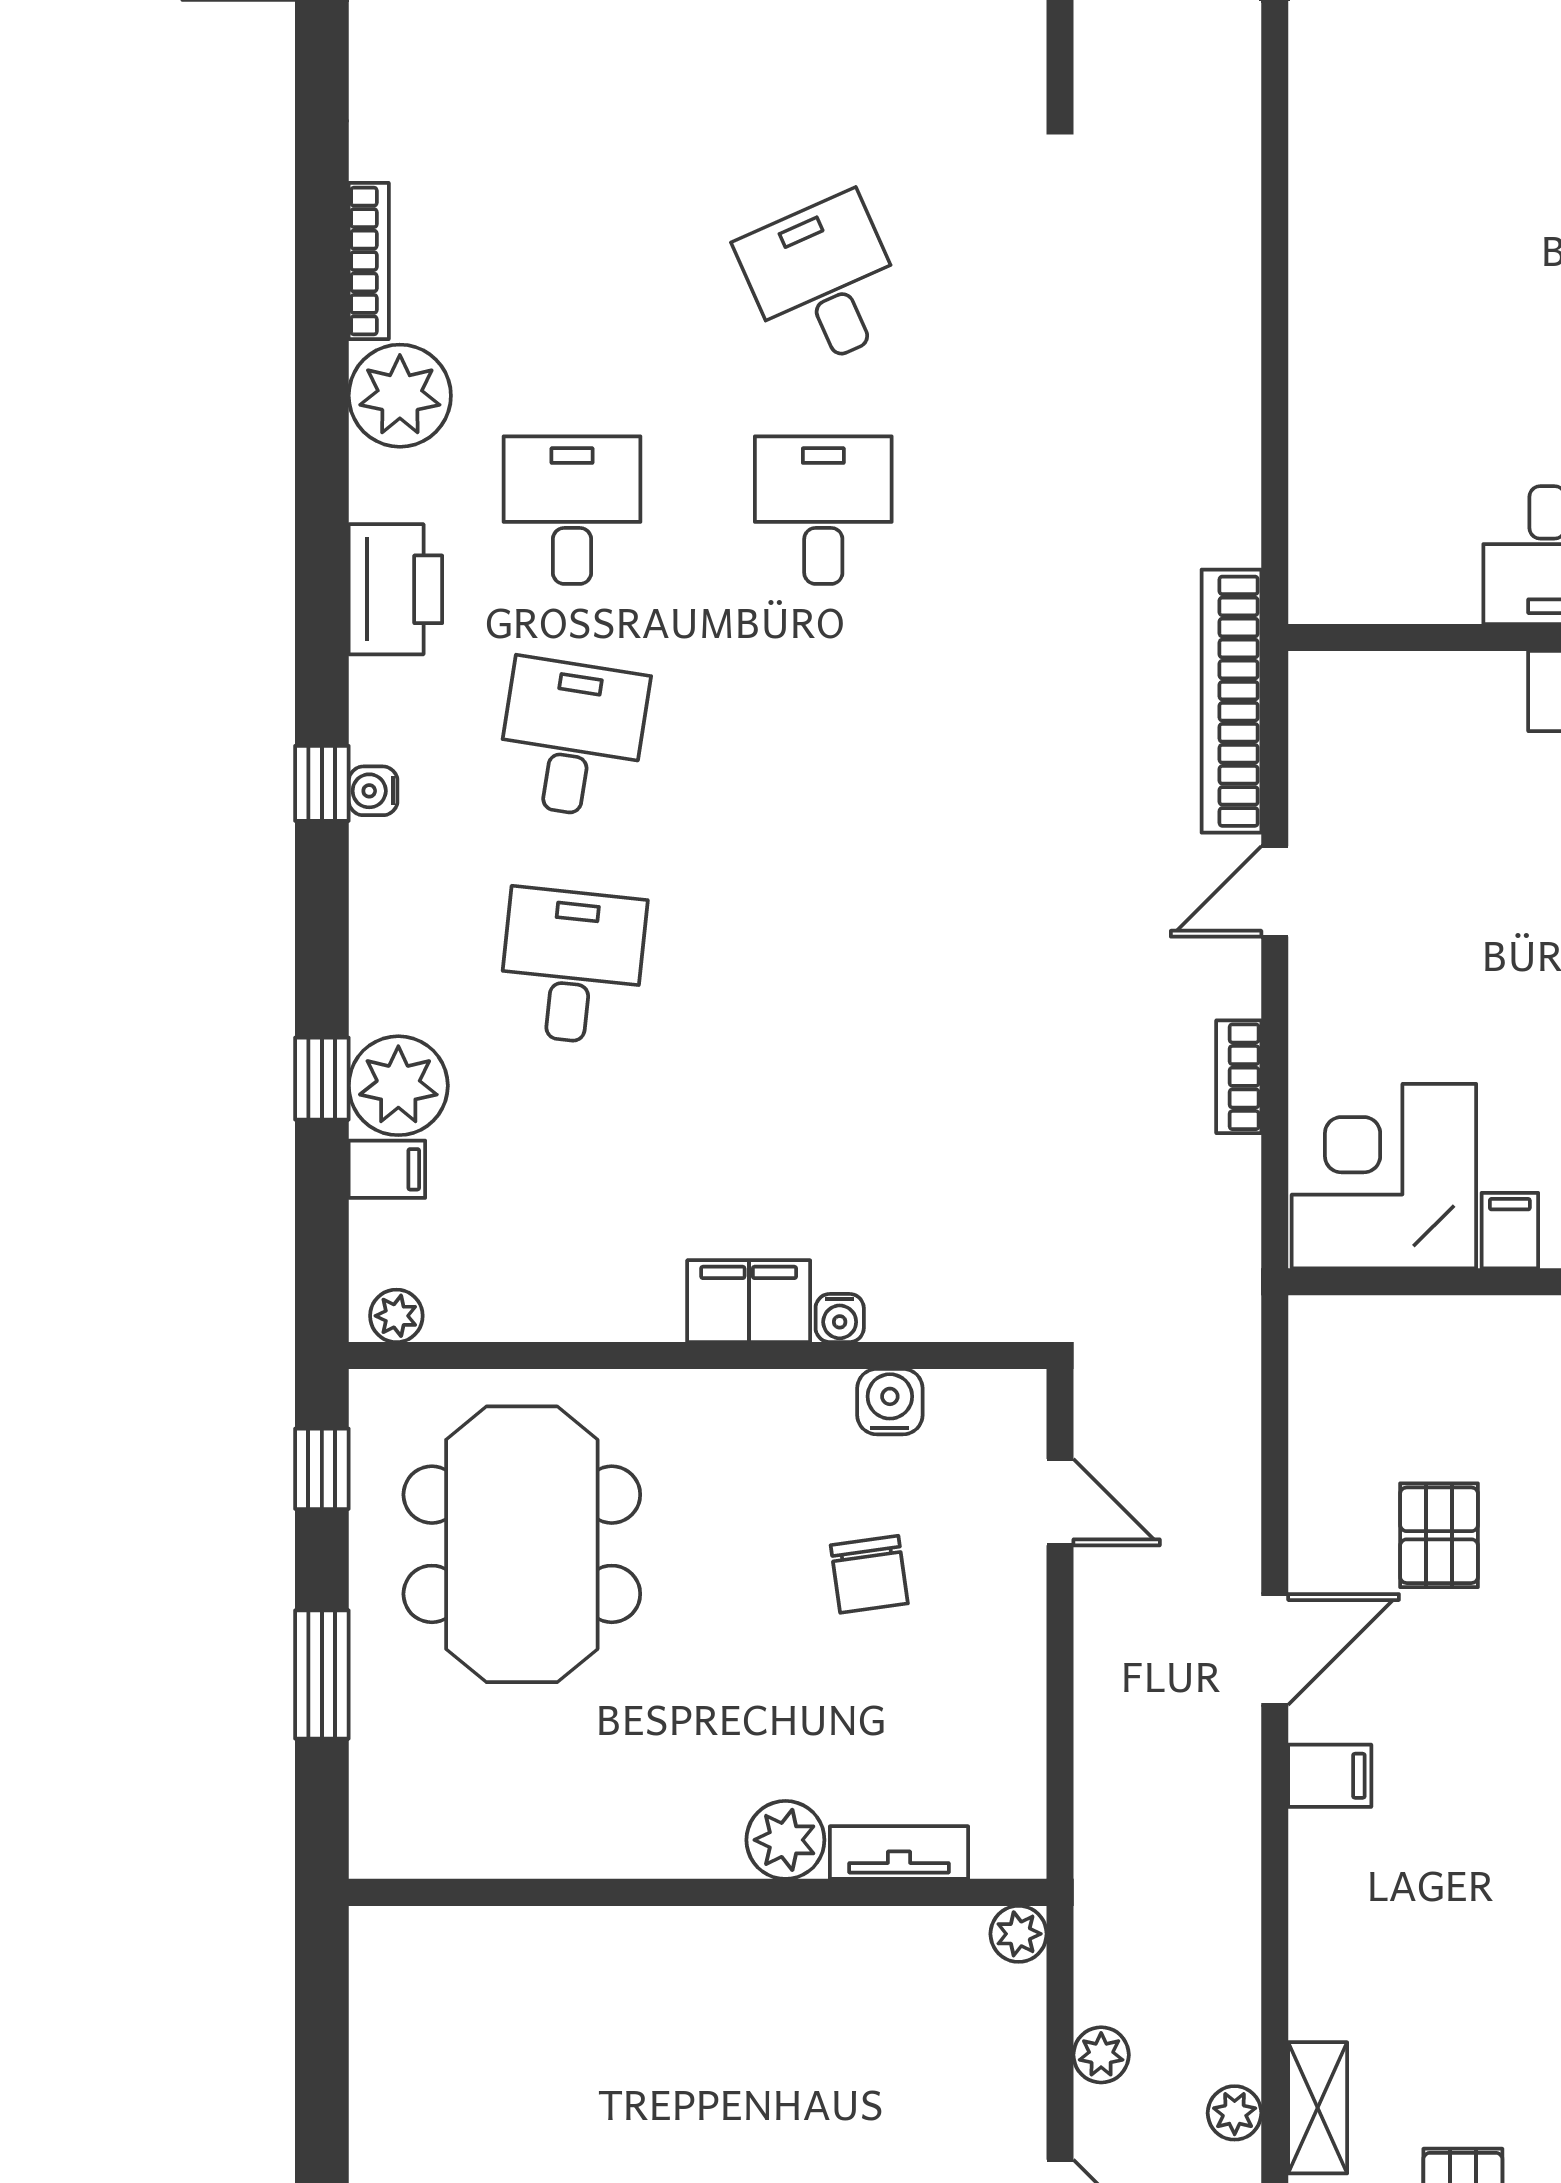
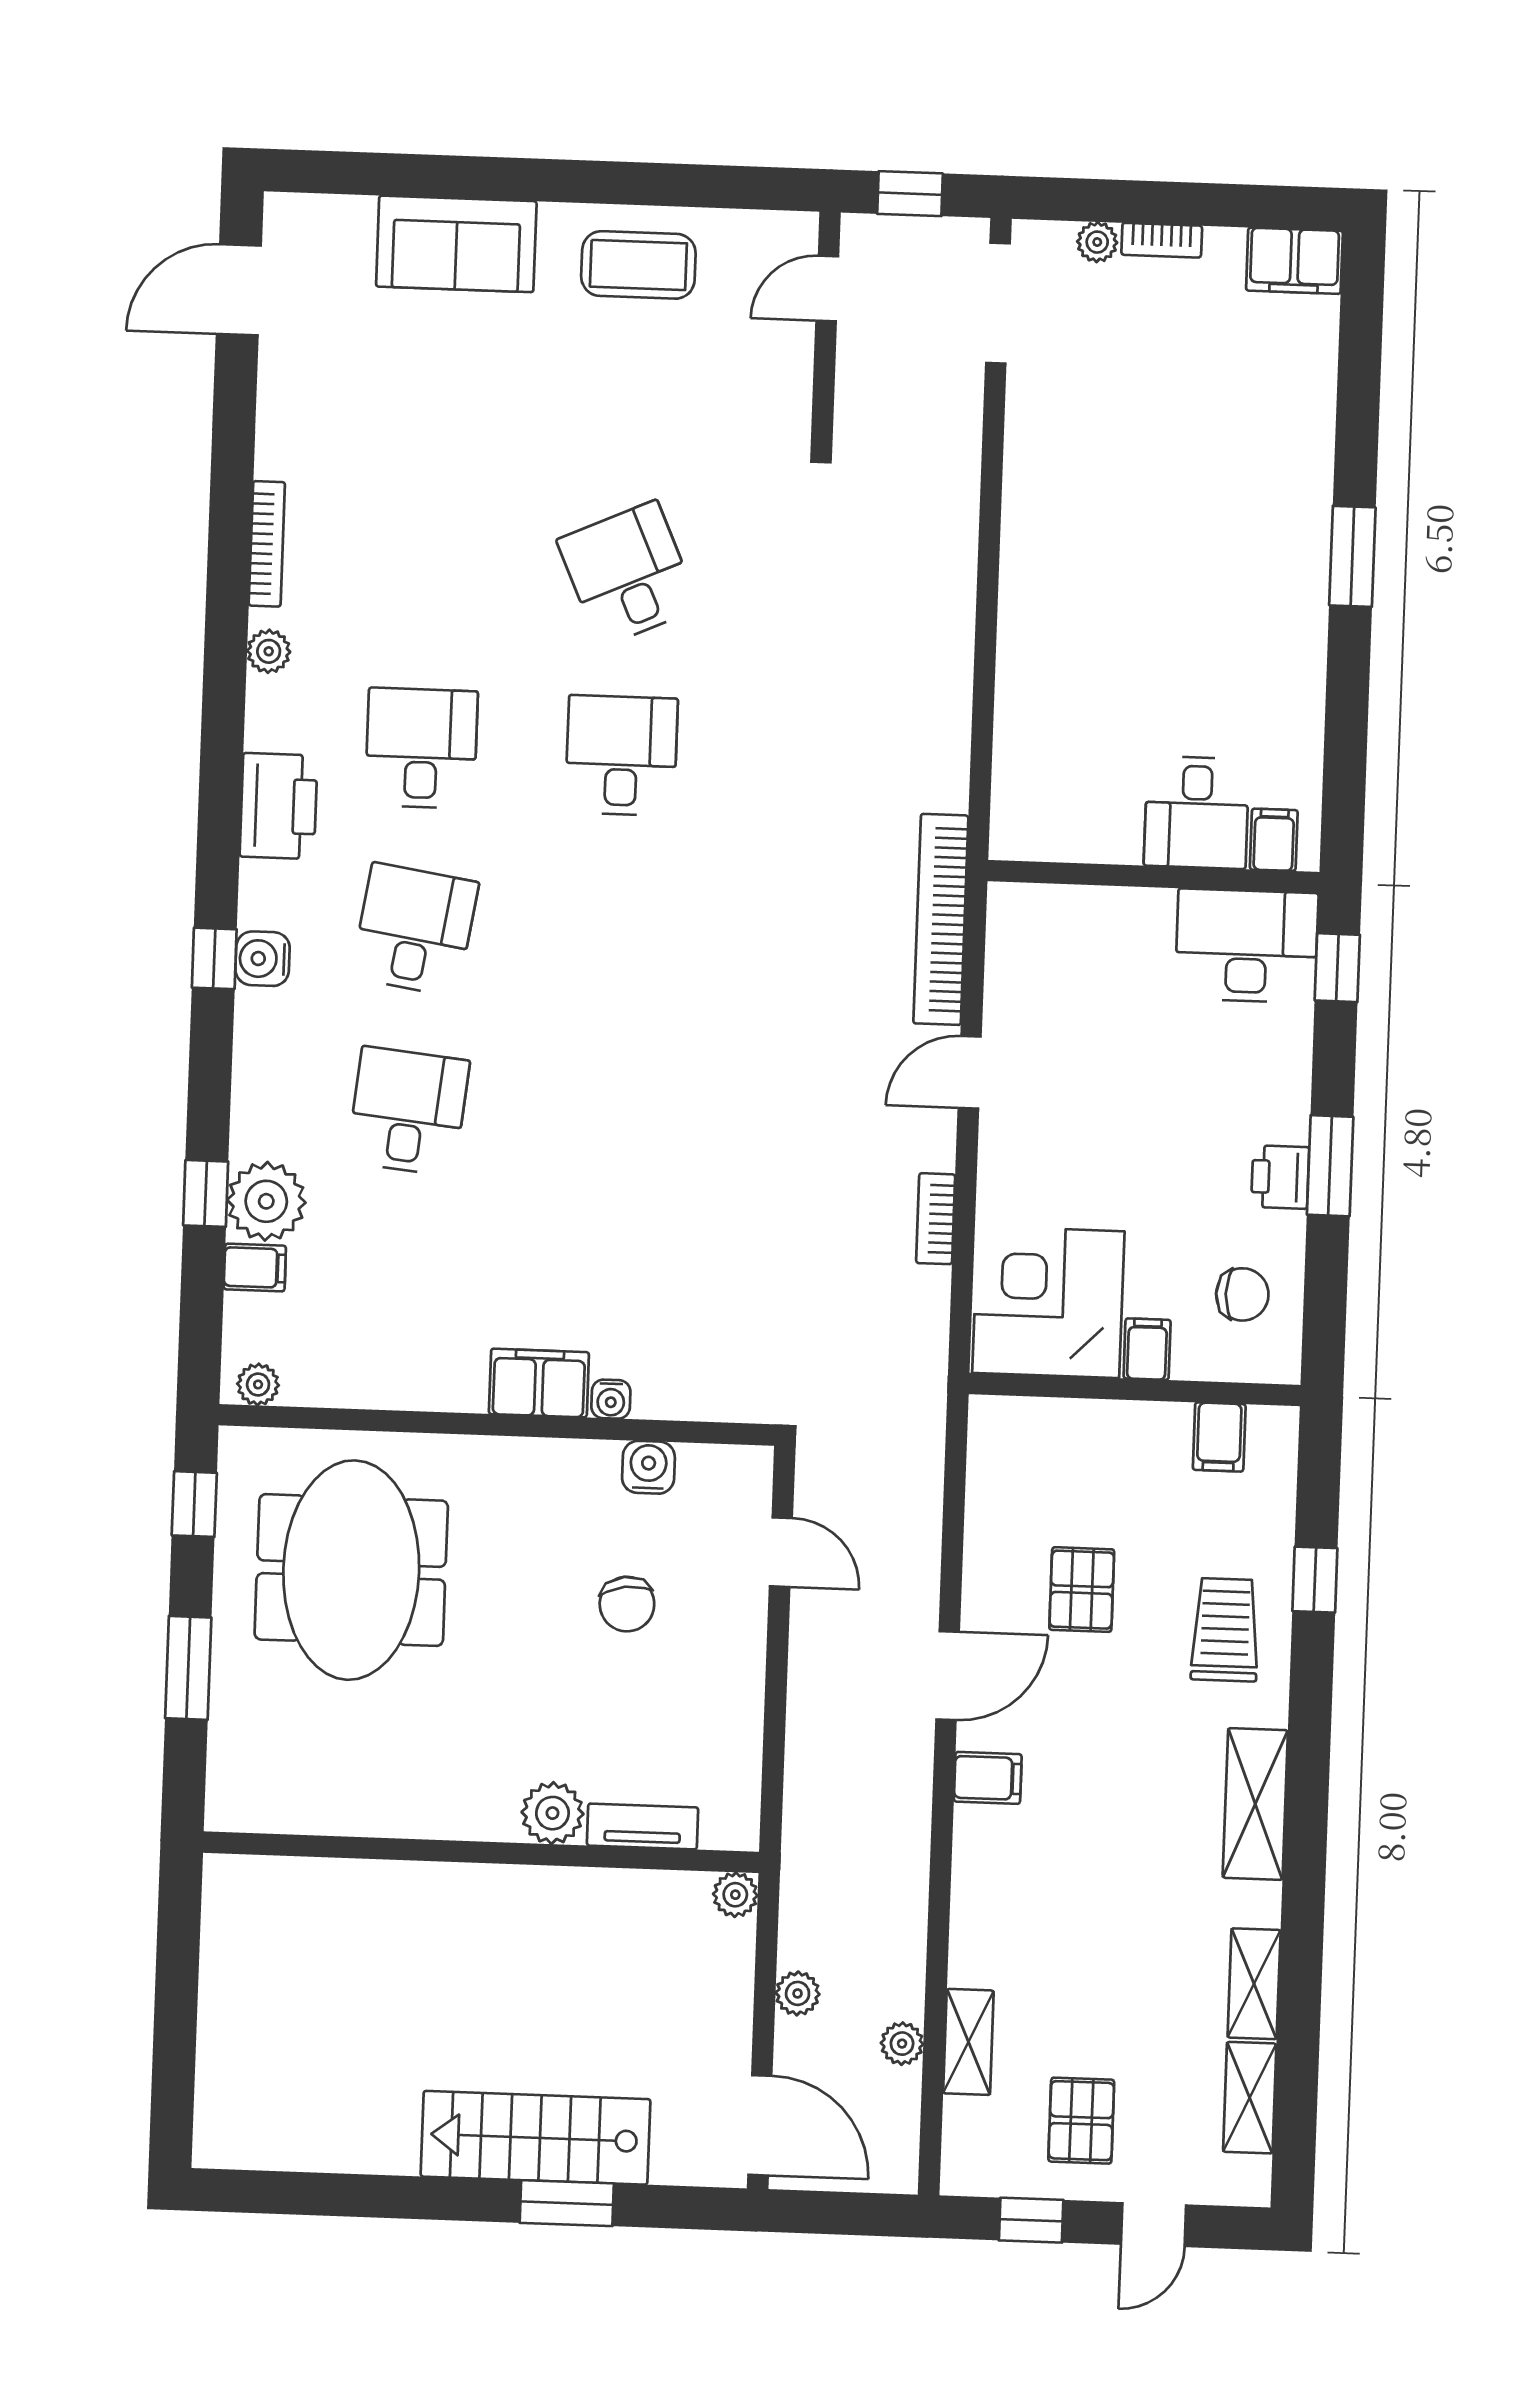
plant: (400, 396) -> (269, 651), width x0.53, depth x0.53
water cooler: (373, 791) -> (263, 959), width x1.38, depth x1.38

